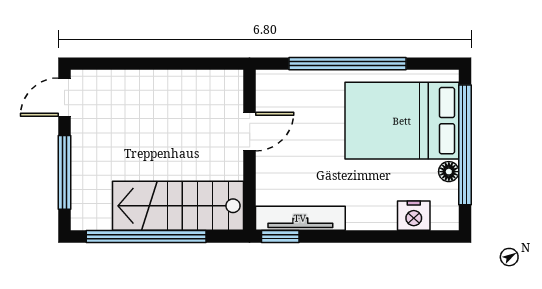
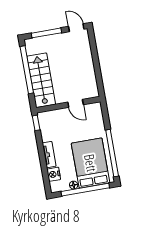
window: (348, 64) -> (112, 153), moved
tv unit: (300, 218) -> (49, 155), moved, width x0.71

